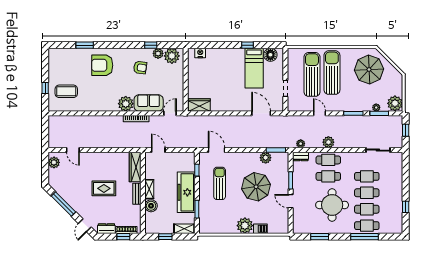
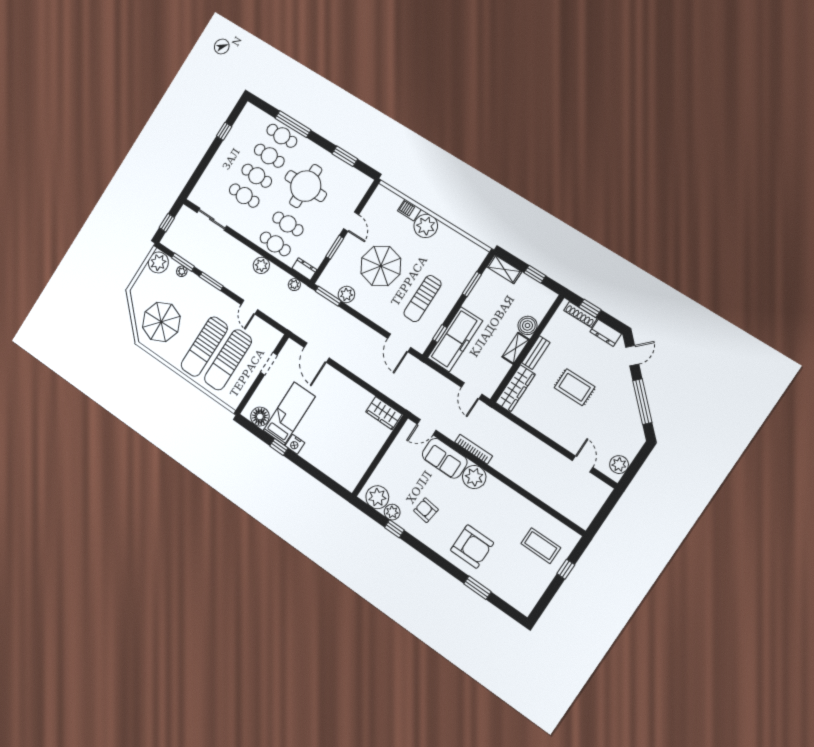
nightstand: (200, 53) -> (295, 444), moved
freezer: (186, 192) -> (455, 339), moved

